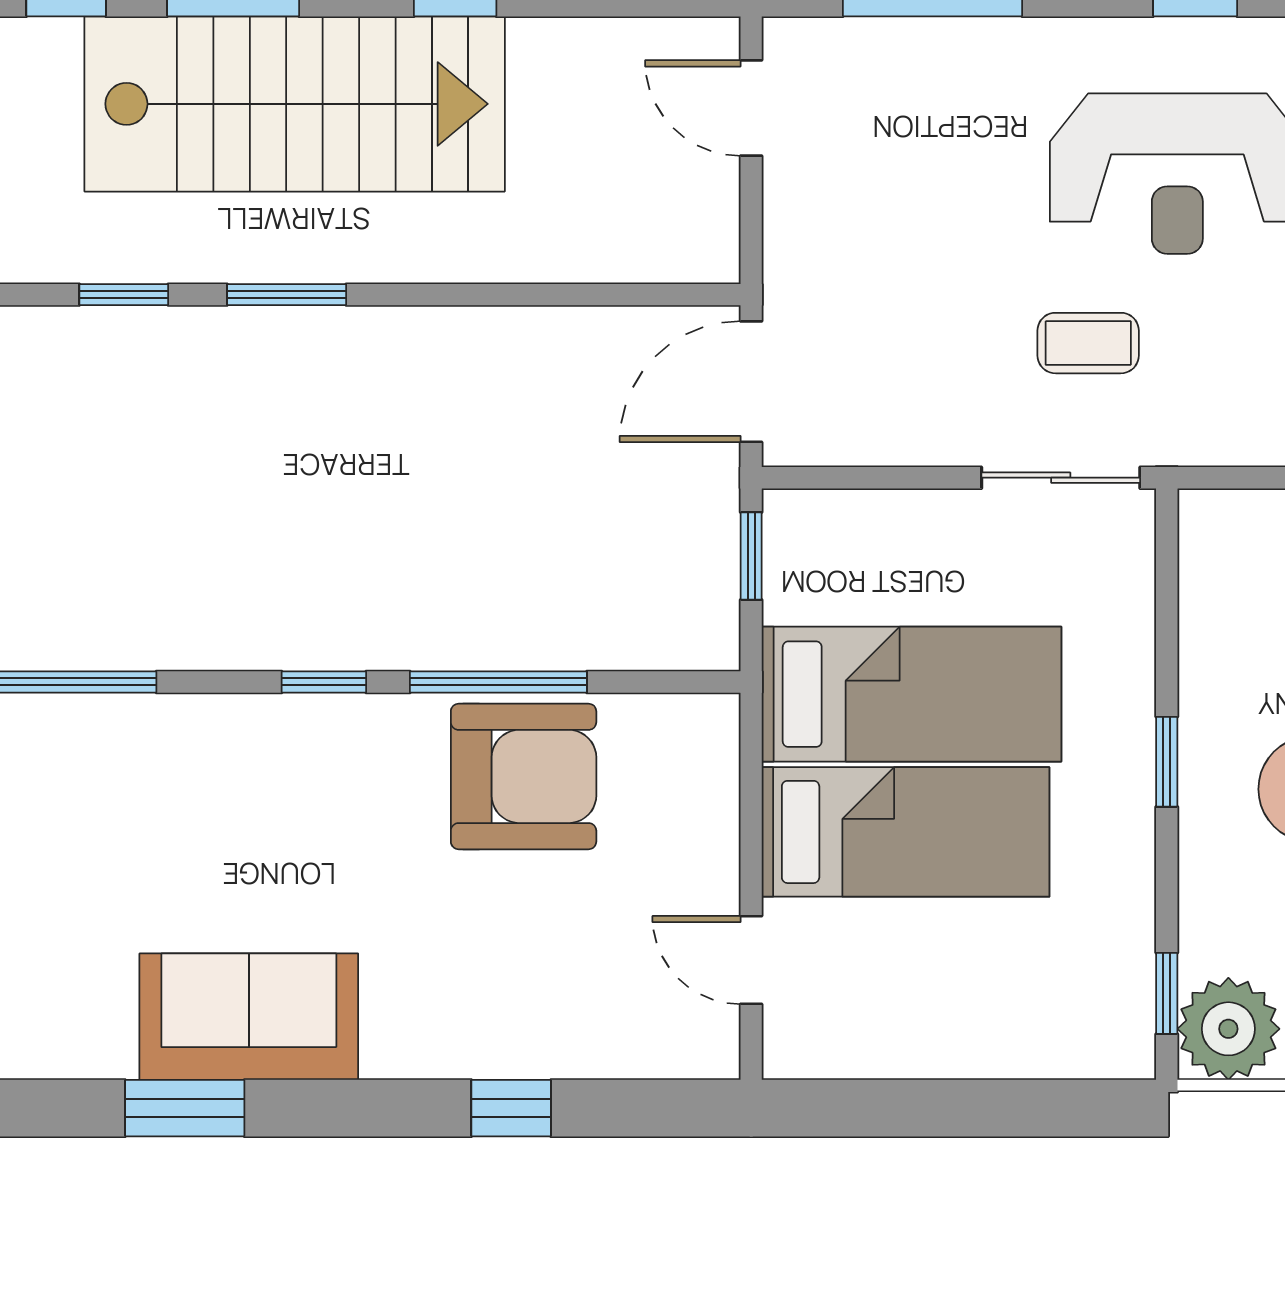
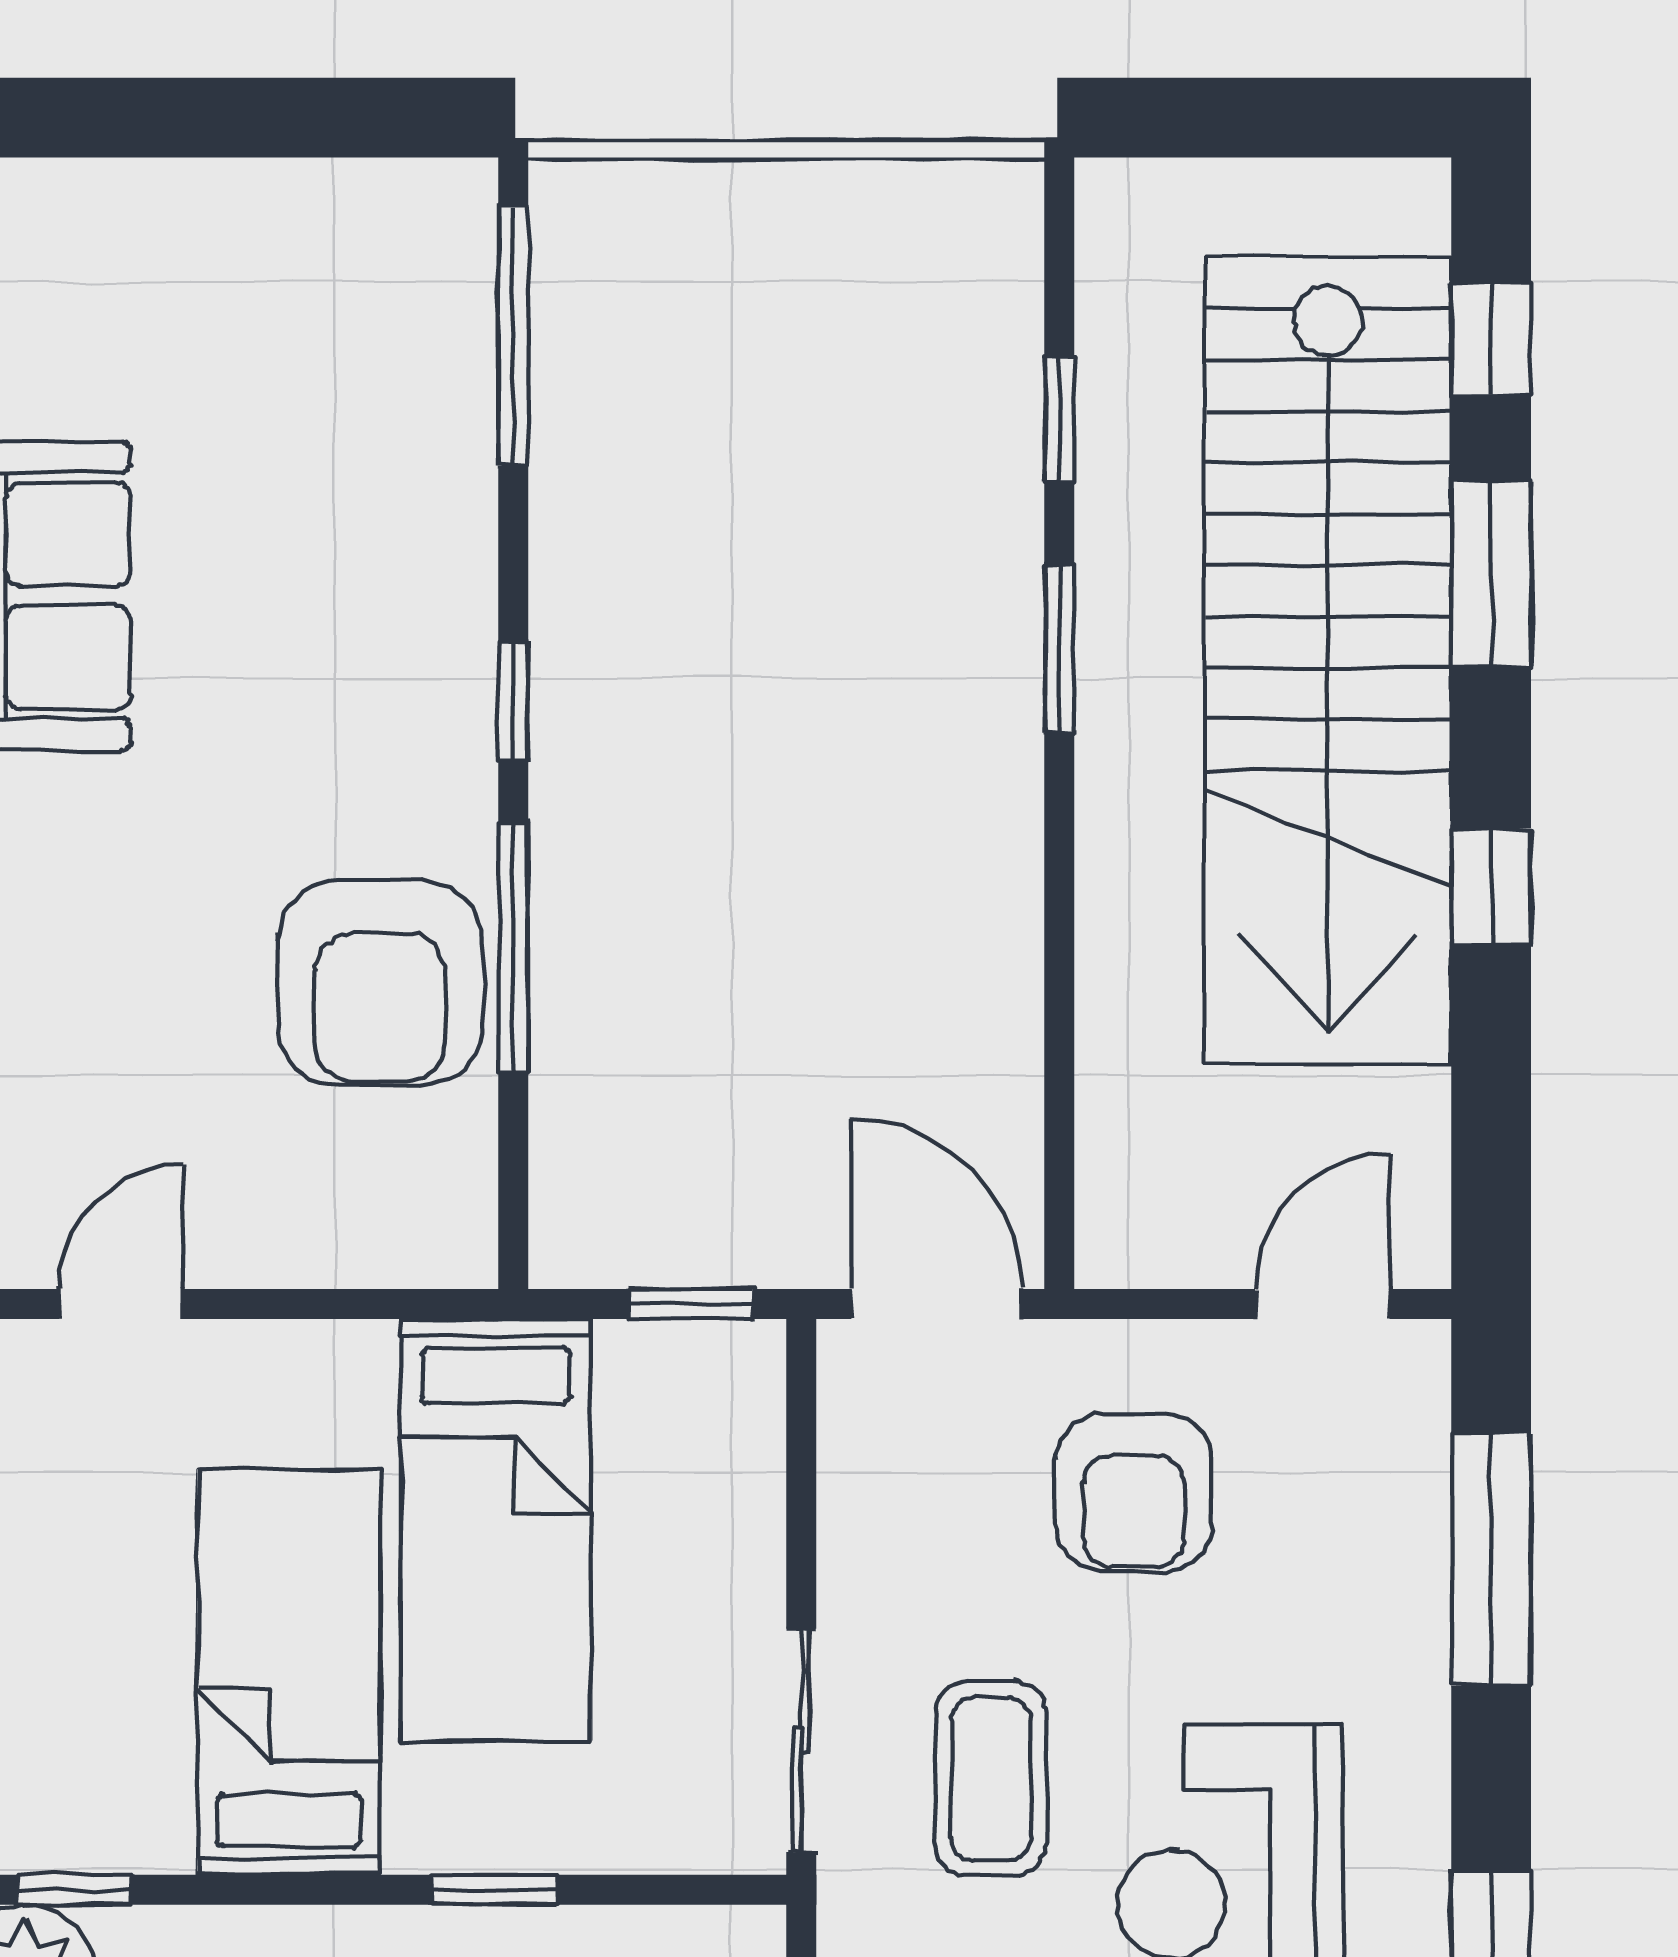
stairs: (295, 104) -> (1328, 660), width x1.36
armchair: (885, 242) -> (1134, 1492), added
coffee table: (1088, 343) -> (991, 1779), width x1.36, depth x1.30
window: (1167, 762) -> (495, 1890), moved
bed: (906, 832) -> (289, 1672), moved, turned 180

